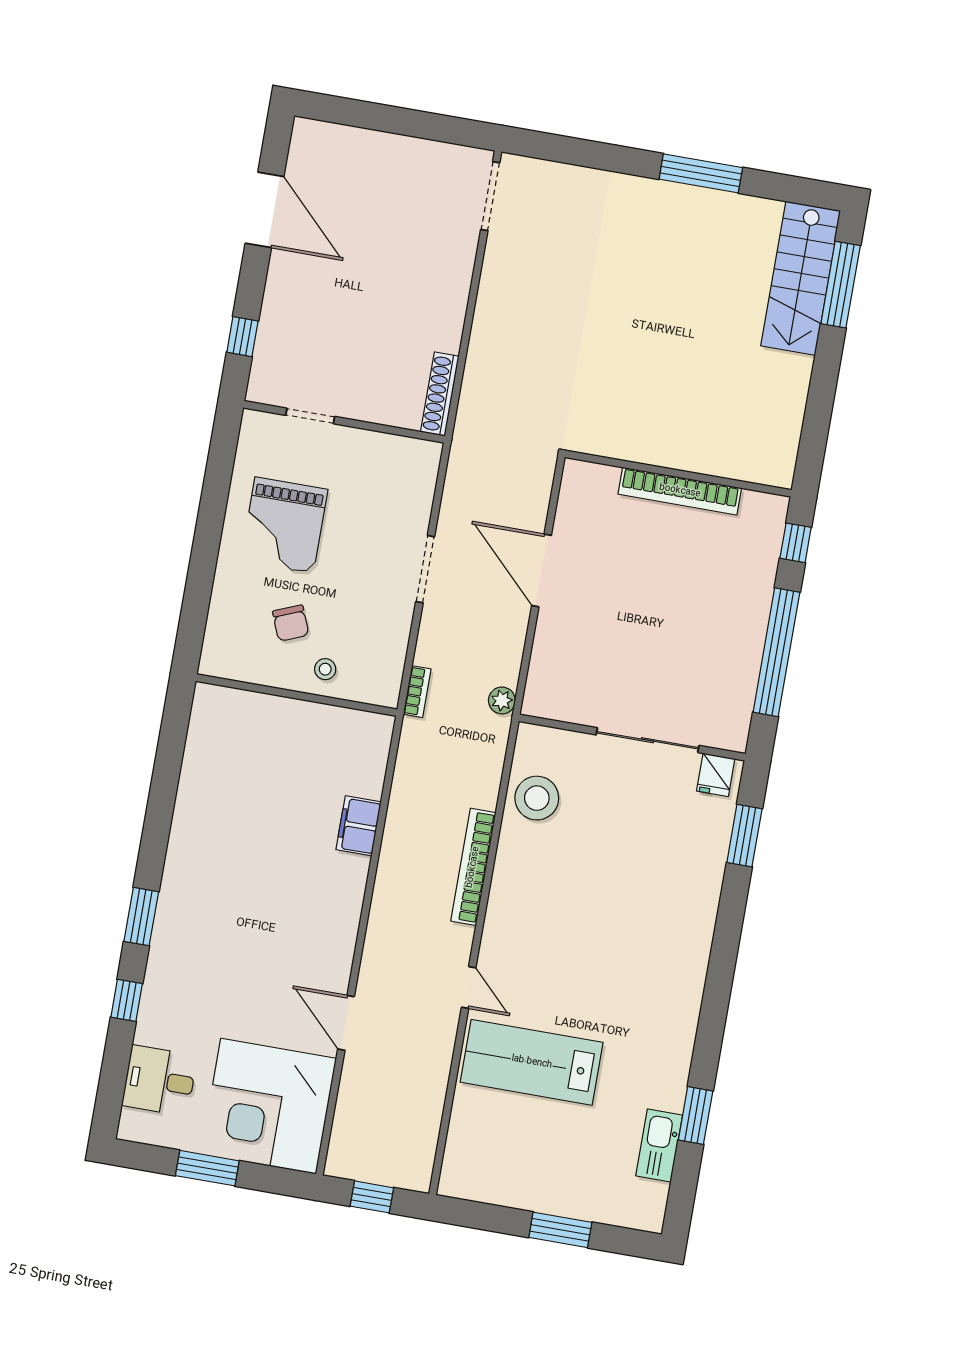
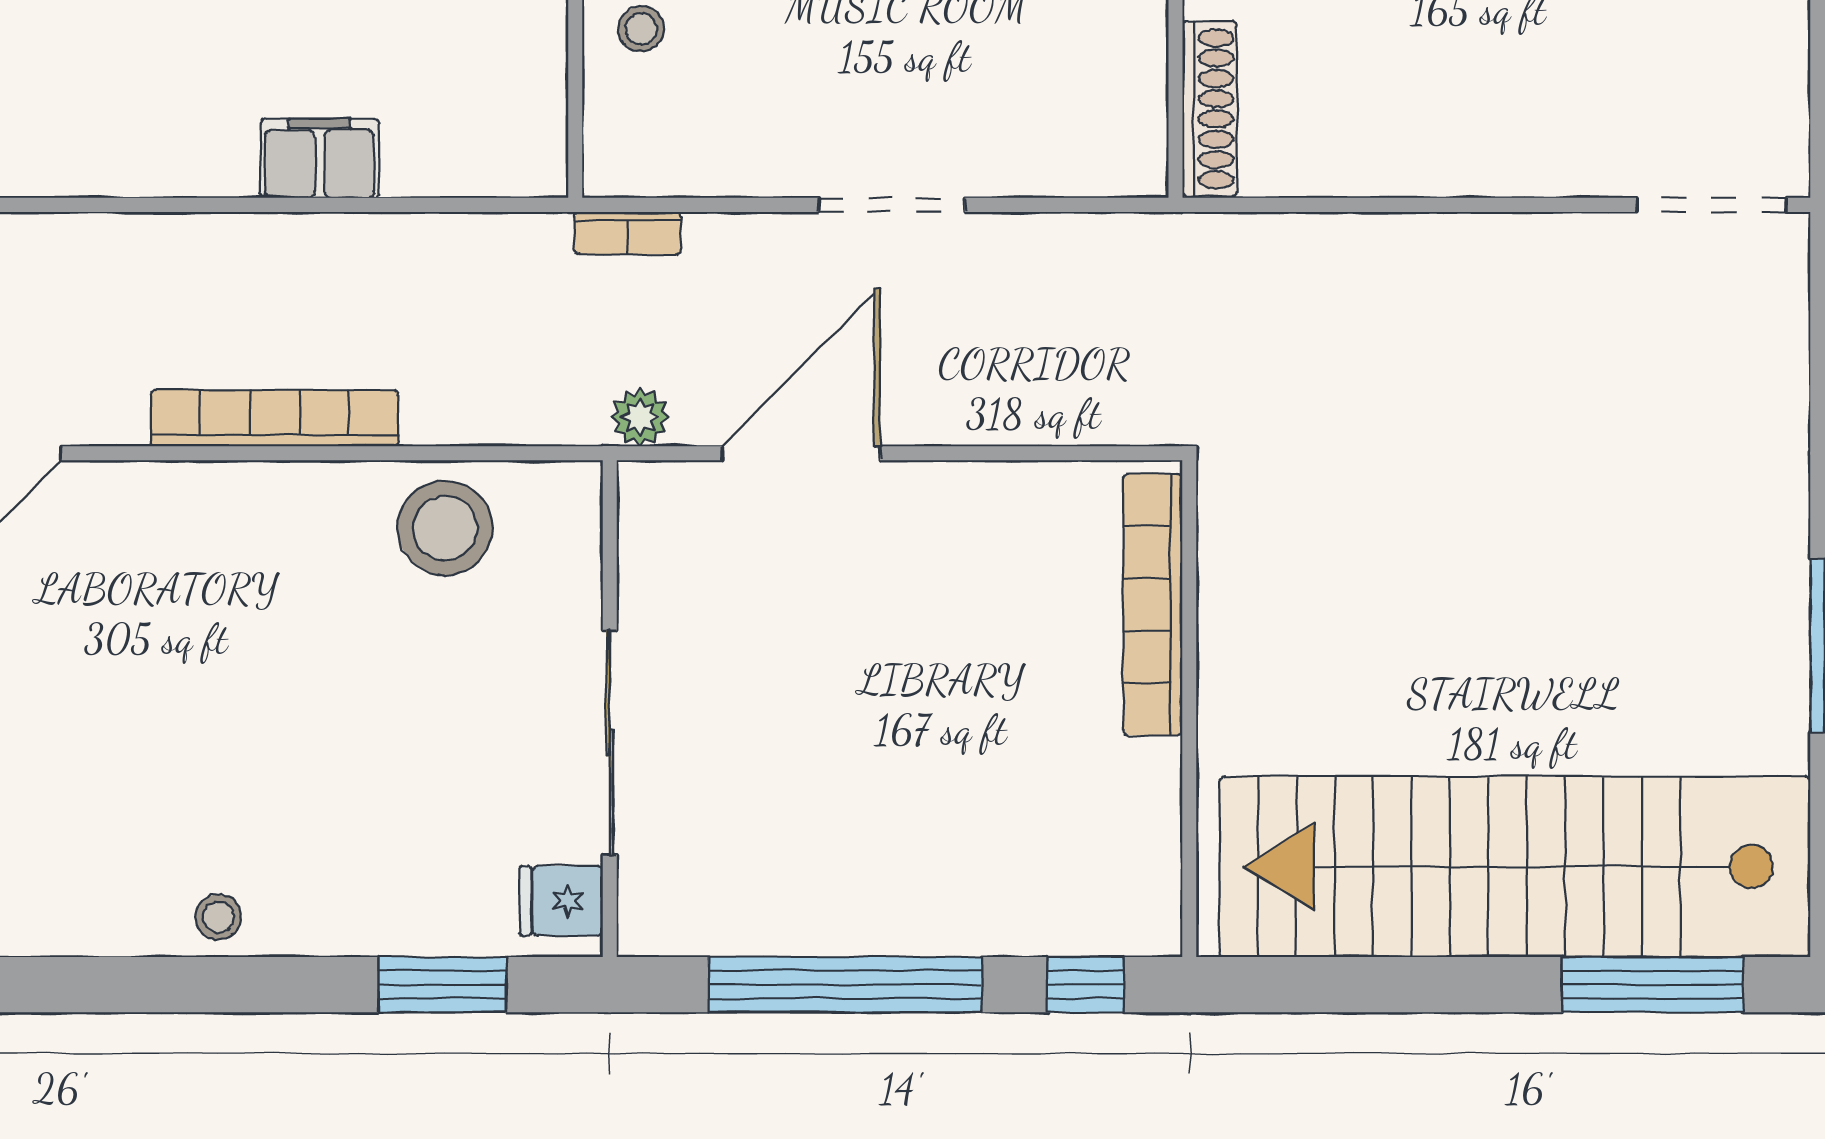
stairs: (801, 278) -> (1515, 867), width x1.86, depth x1.51
shoe rack: (440, 394) -> (1210, 109), moved, turned 90
bookcase: (680, 491) -> (1153, 605), moved
door: (541, 570) -> (801, 453), moved
stool: (696, 932) -> (218, 917), added

